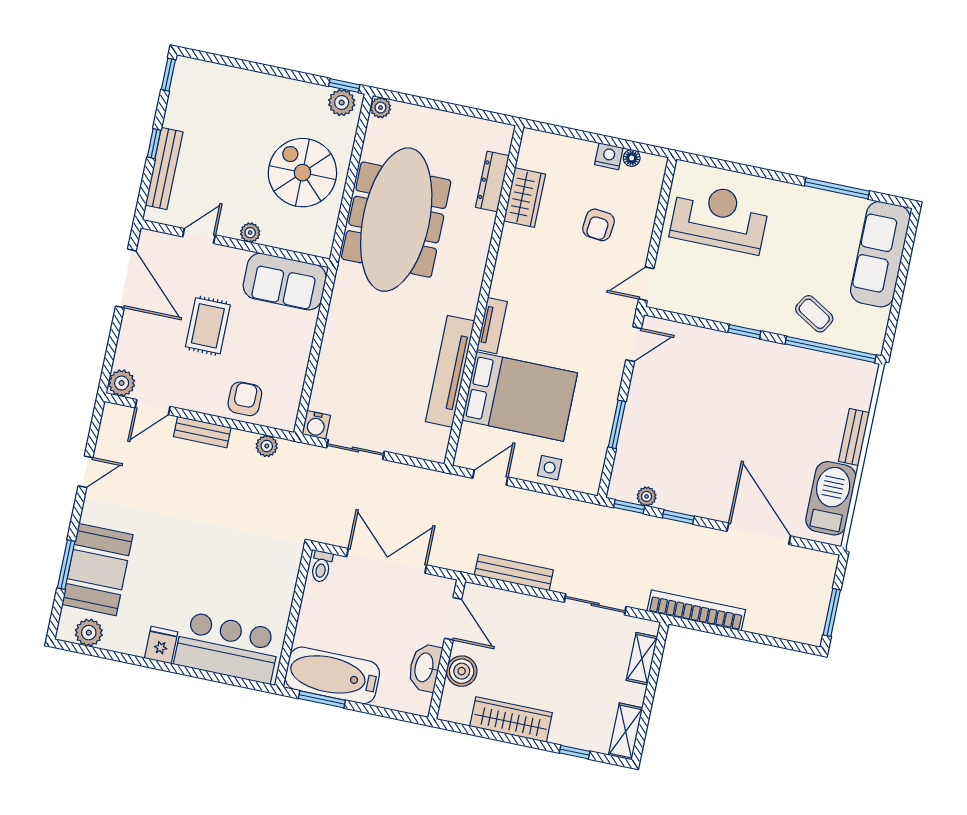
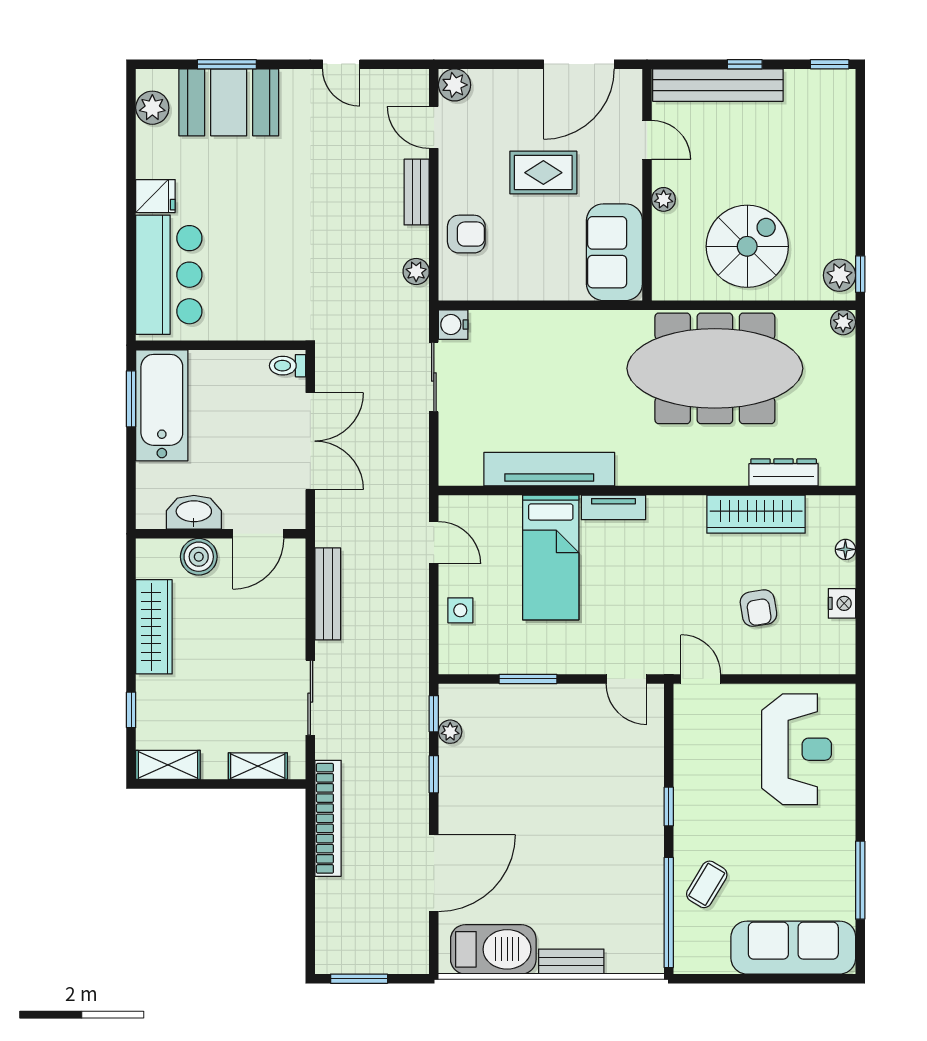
floor lamp: (632, 158) -> (845, 549), moved
bench: (164, 168) -> (718, 85), width x1.37, depth x1.21
wardrobe: (525, 198) -> (756, 514), width x1.50
armchair: (598, 225) -> (758, 608), turned -105
bed: (520, 397) -> (551, 558), width x0.67

